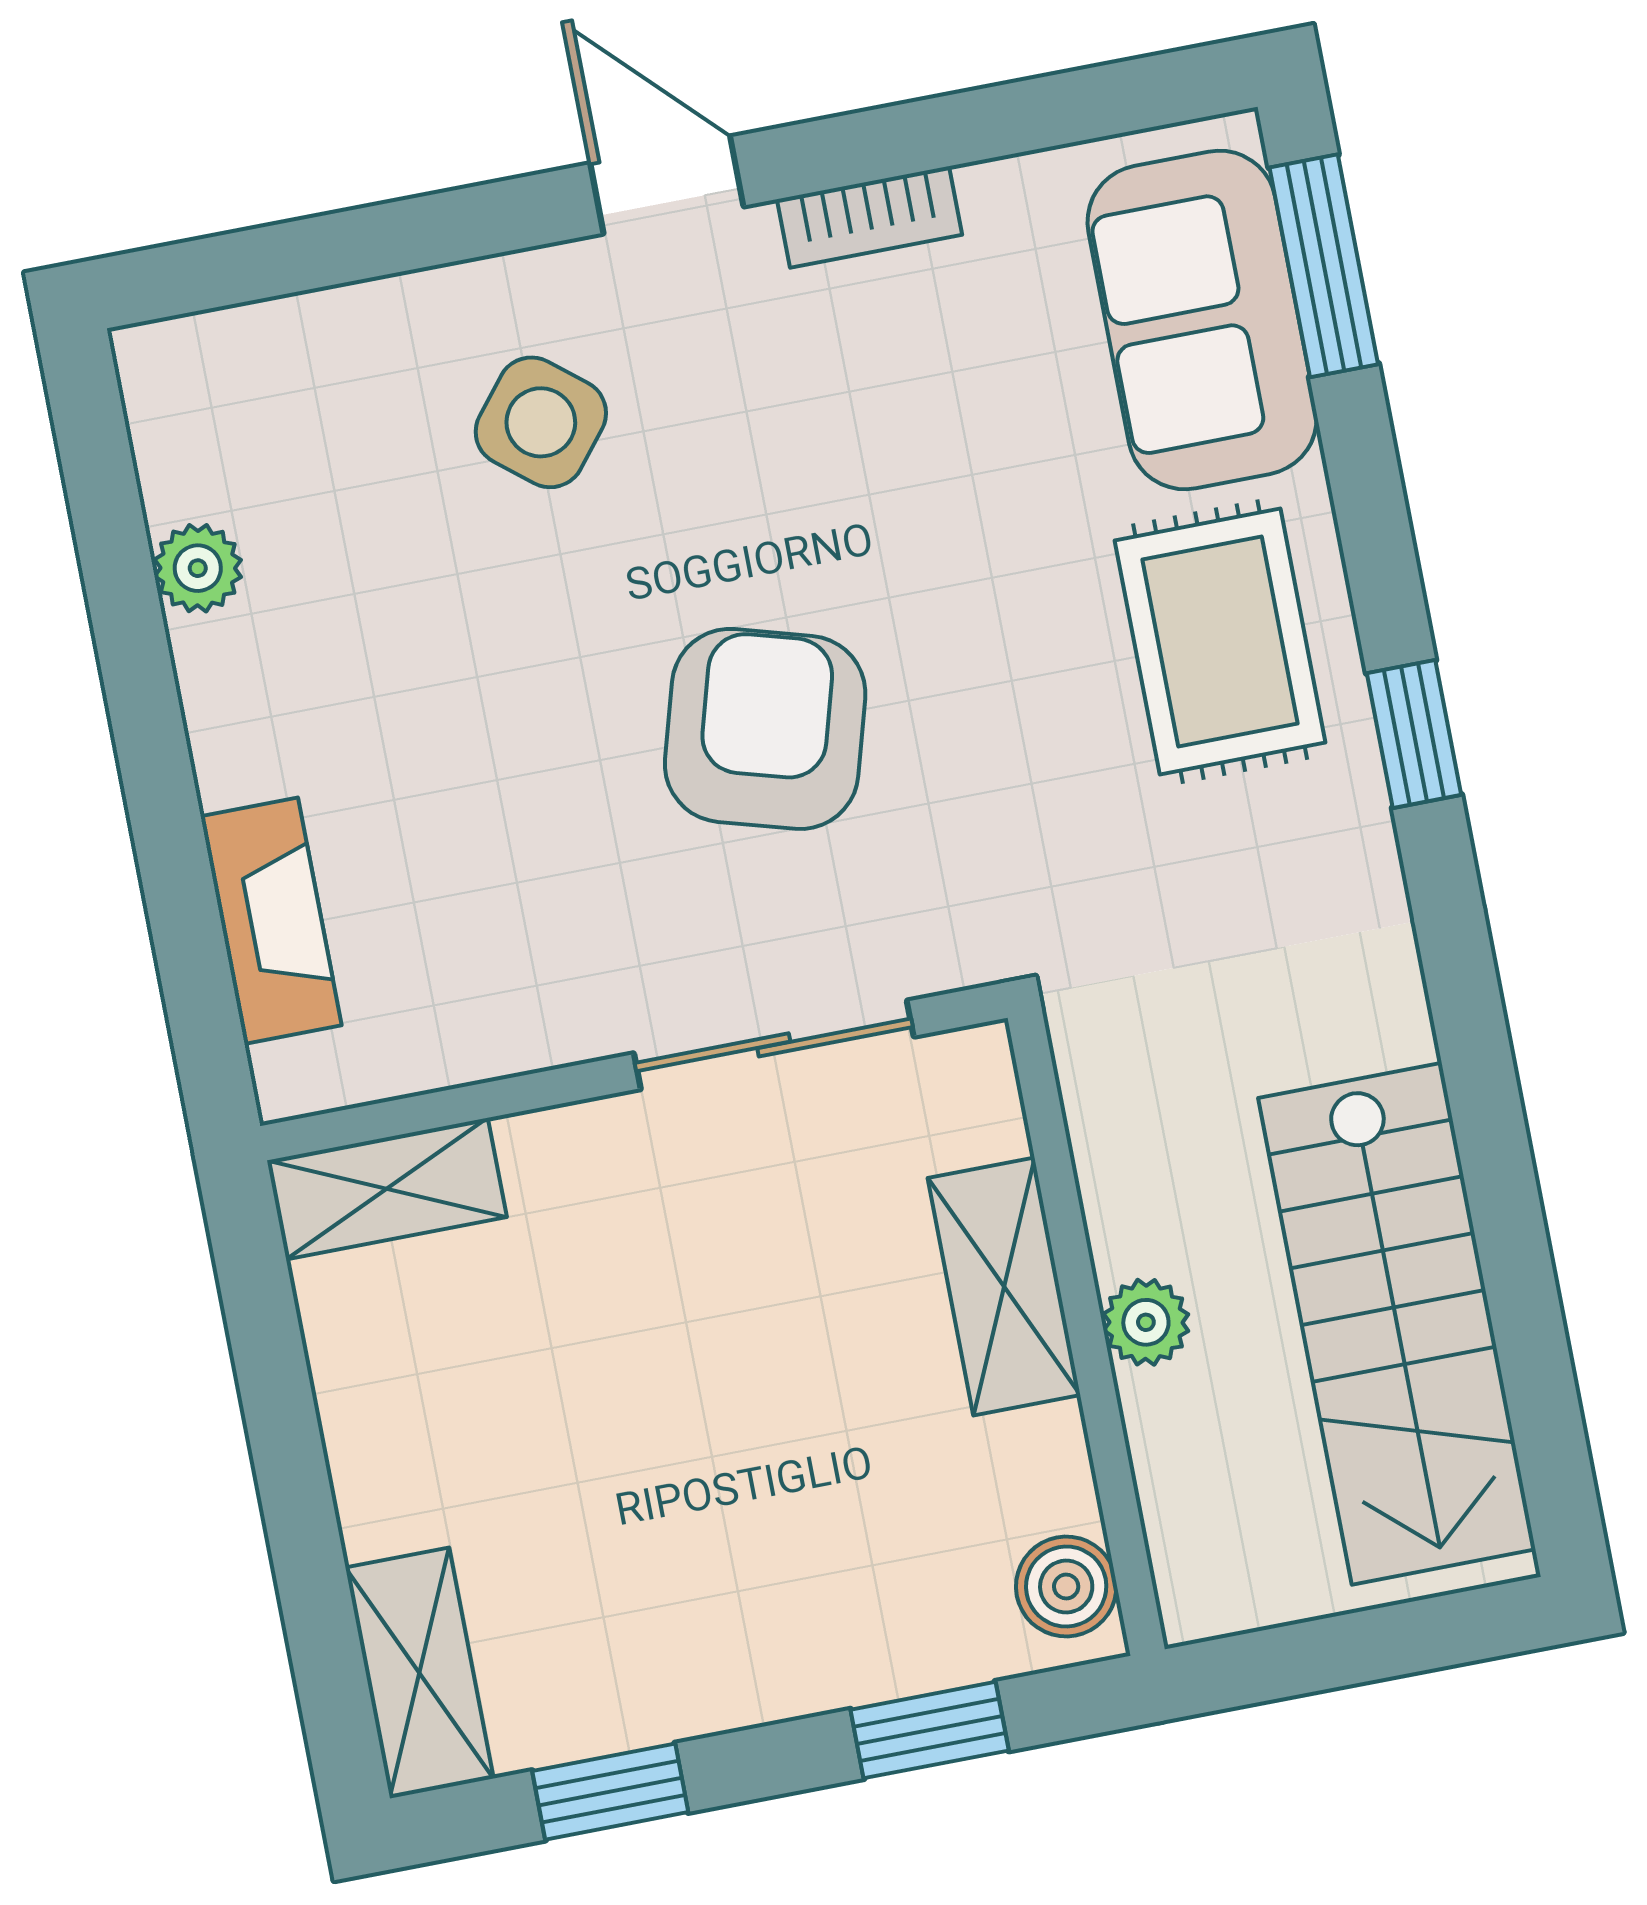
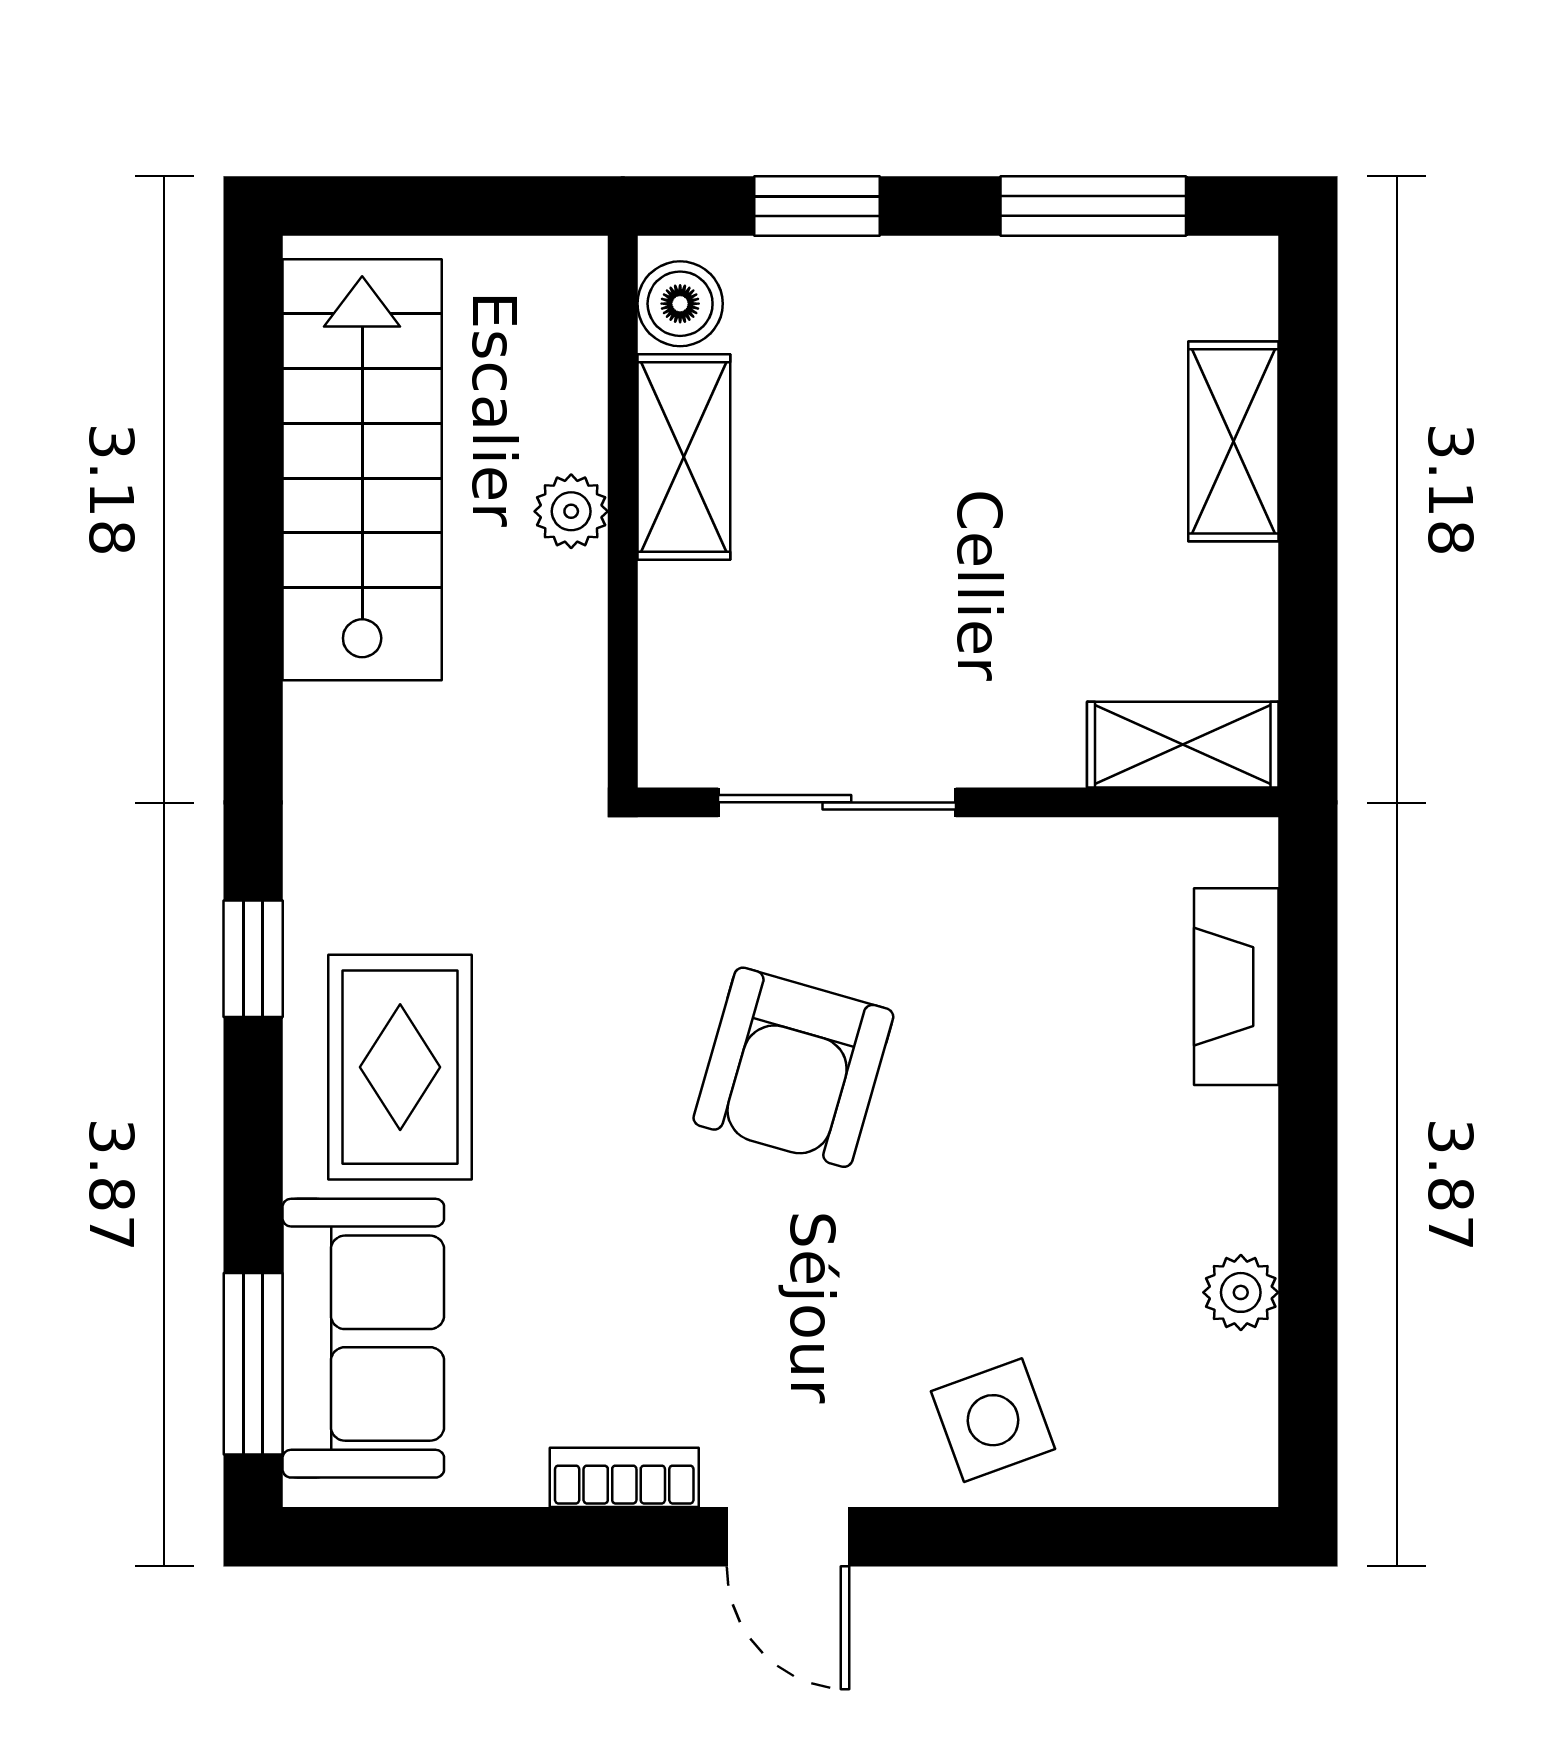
side table: (541, 422) -> (993, 1420), moved, turned 31
shelving: (1004, 1287) -> (684, 457), moved
shelving: (419, 1673) -> (1233, 441), moved
window: (610, 1792) -> (1093, 206), width x1.50

